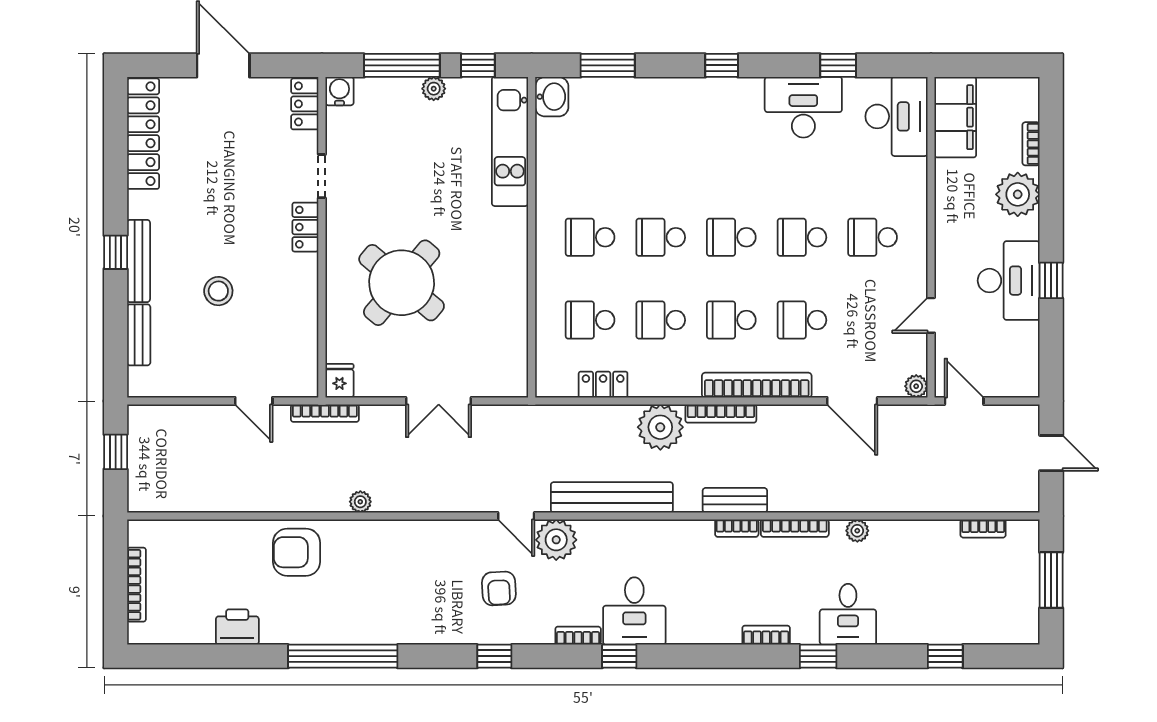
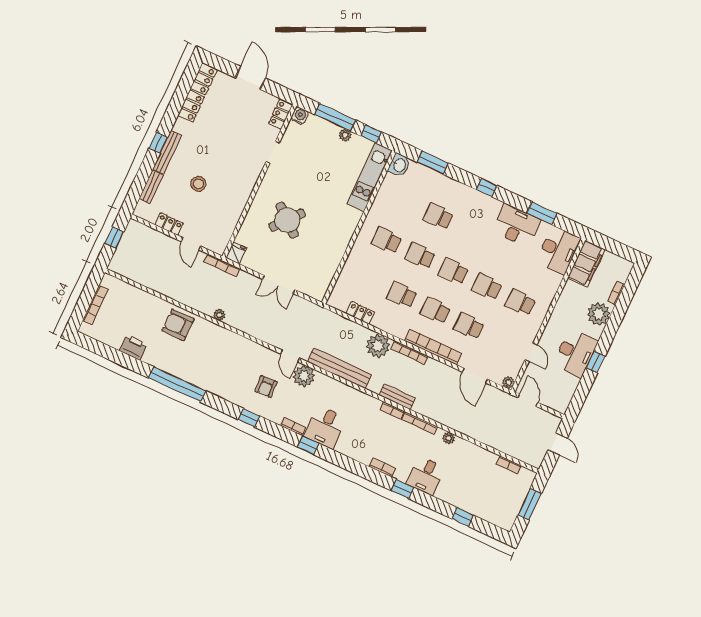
window: (838, 65) -> (542, 213), width x1.50
locker: (305, 227) -> (169, 224), moved, turned 90
round table: (402, 283) -> (287, 220), width x0.73, depth x0.73
door: (931, 315) -> (531, 352), swing flipped
school desk: (590, 320) -> (438, 216), moved

